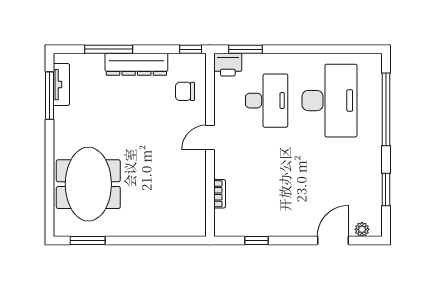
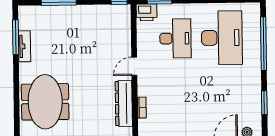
dresser: (136, 64) -> (124, 103), moved, turned 90
tv unit: (61, 85) -> (24, 46), moved
chair: (185, 91) -> (115, 33), removed

